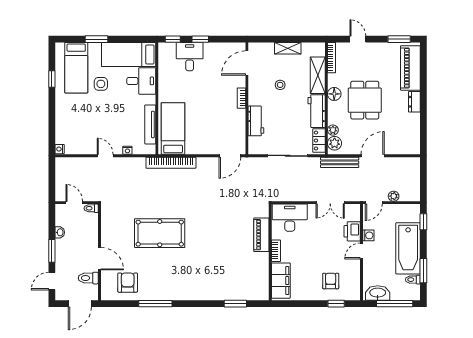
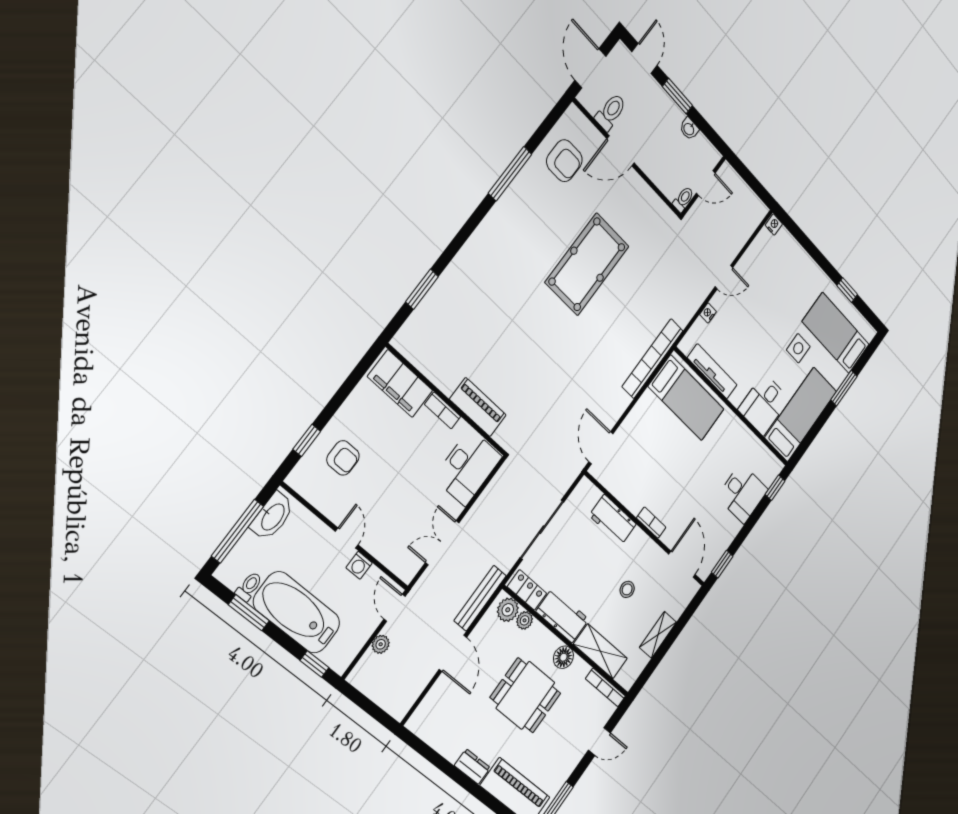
window: (200, 39) -> (722, 564), moved
printer: (352, 231) -> (382, 545), removed

